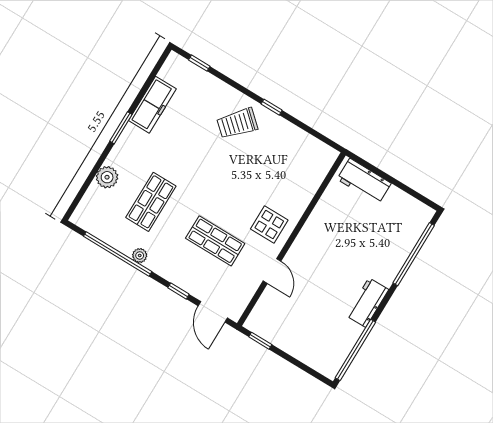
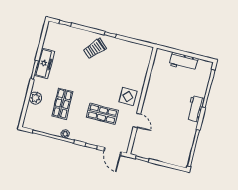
freezer: (152, 105) -> (45, 63), moved
workbench: (364, 181) -> (184, 62), moved
workbench: (367, 303) -> (195, 109), moved

